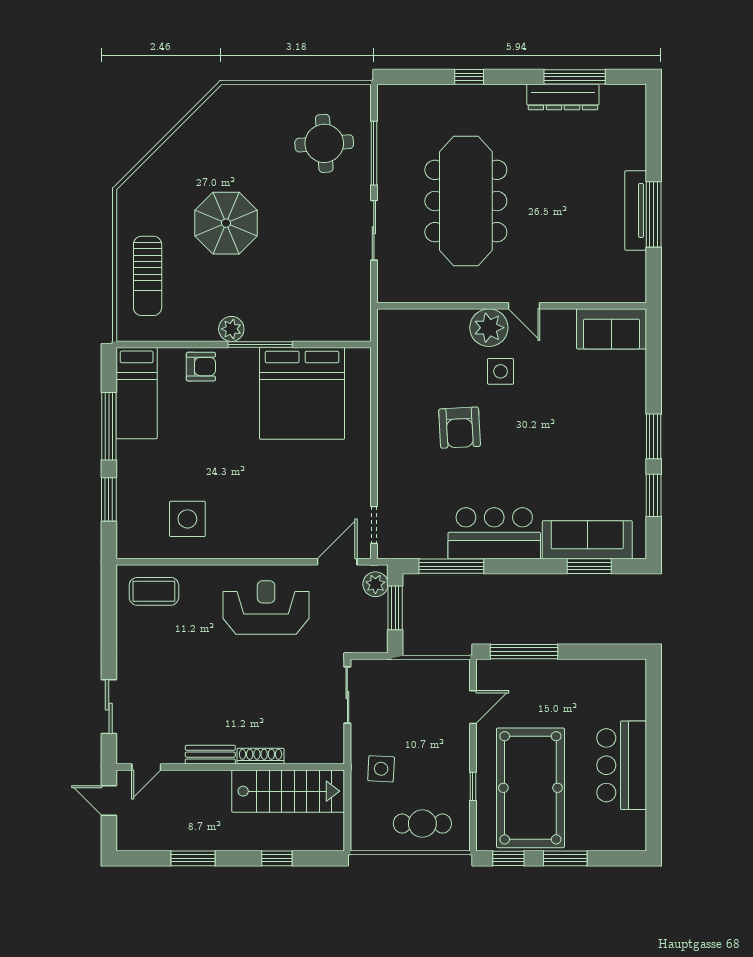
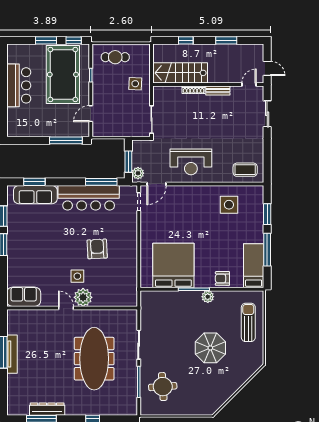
bar counter: (494, 533) -> (89, 198), width x1.36

